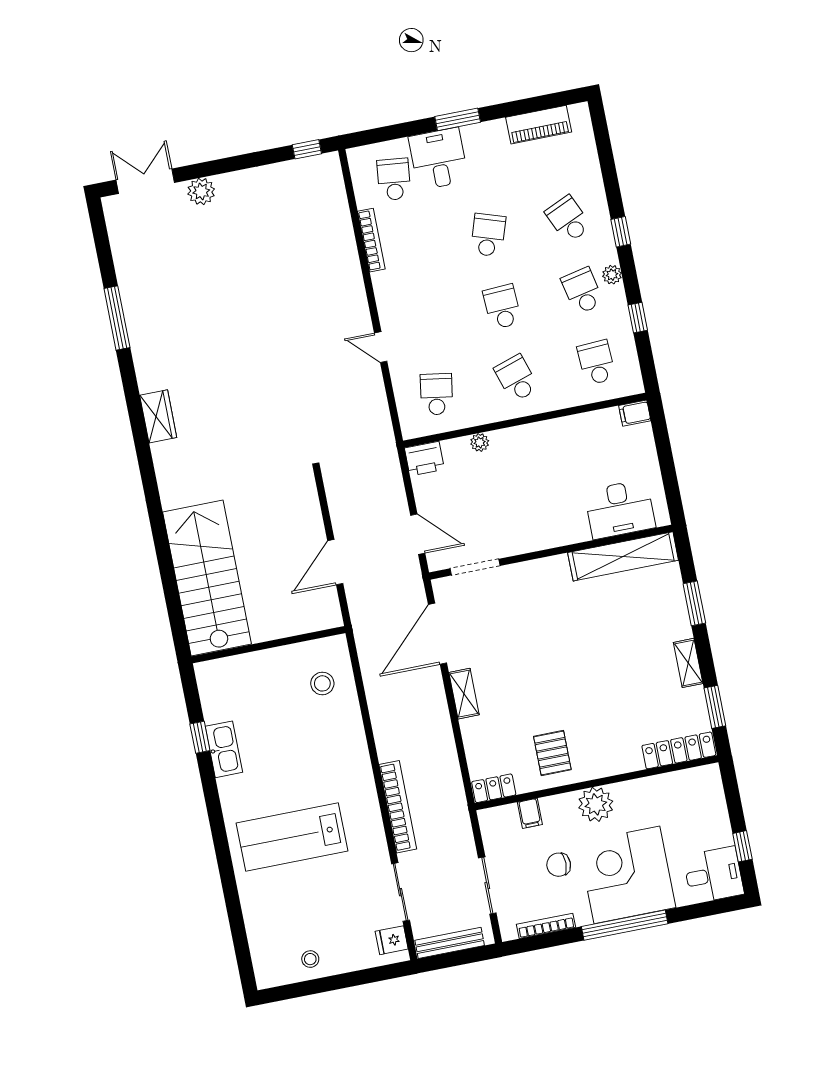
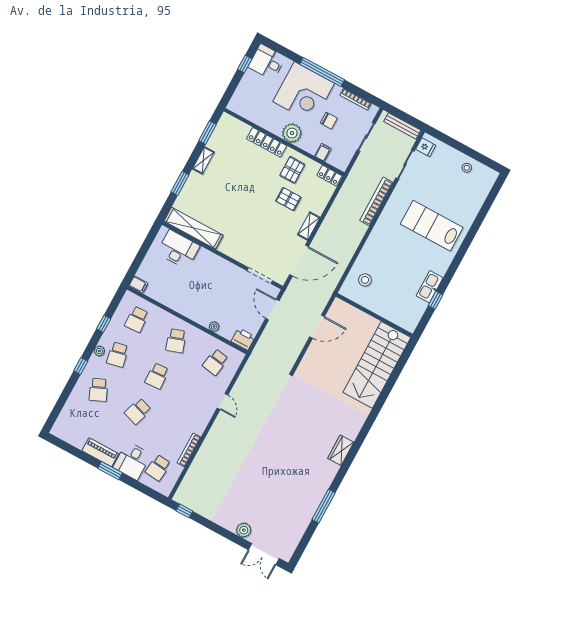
piano: (539, 125) -> (100, 452), moved
pallet: (524, 708) -> (288, 199), added
locker: (679, 750) -> (267, 142), moved
lab bench: (292, 837) -> (432, 226), turned 180

